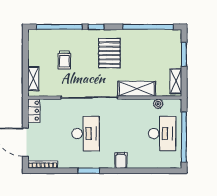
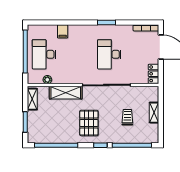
shelving: (33, 79) -> (154, 113), moved
filing cabinet: (121, 160) -> (63, 31), moved

